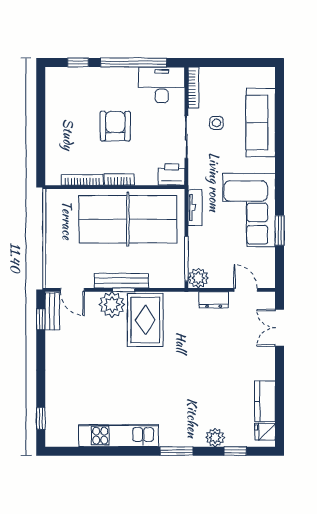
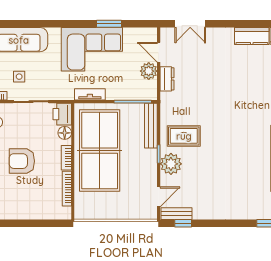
floor lamp: (149, 177) -> (65, 133), added
plant: (198, 278) -> (149, 71), moved
bench: (121, 281) -> (151, 126), moved
door: (246, 290) -> (159, 52), hinge flipped
rug: (145, 320) -> (184, 136), width x0.73, depth x0.70

